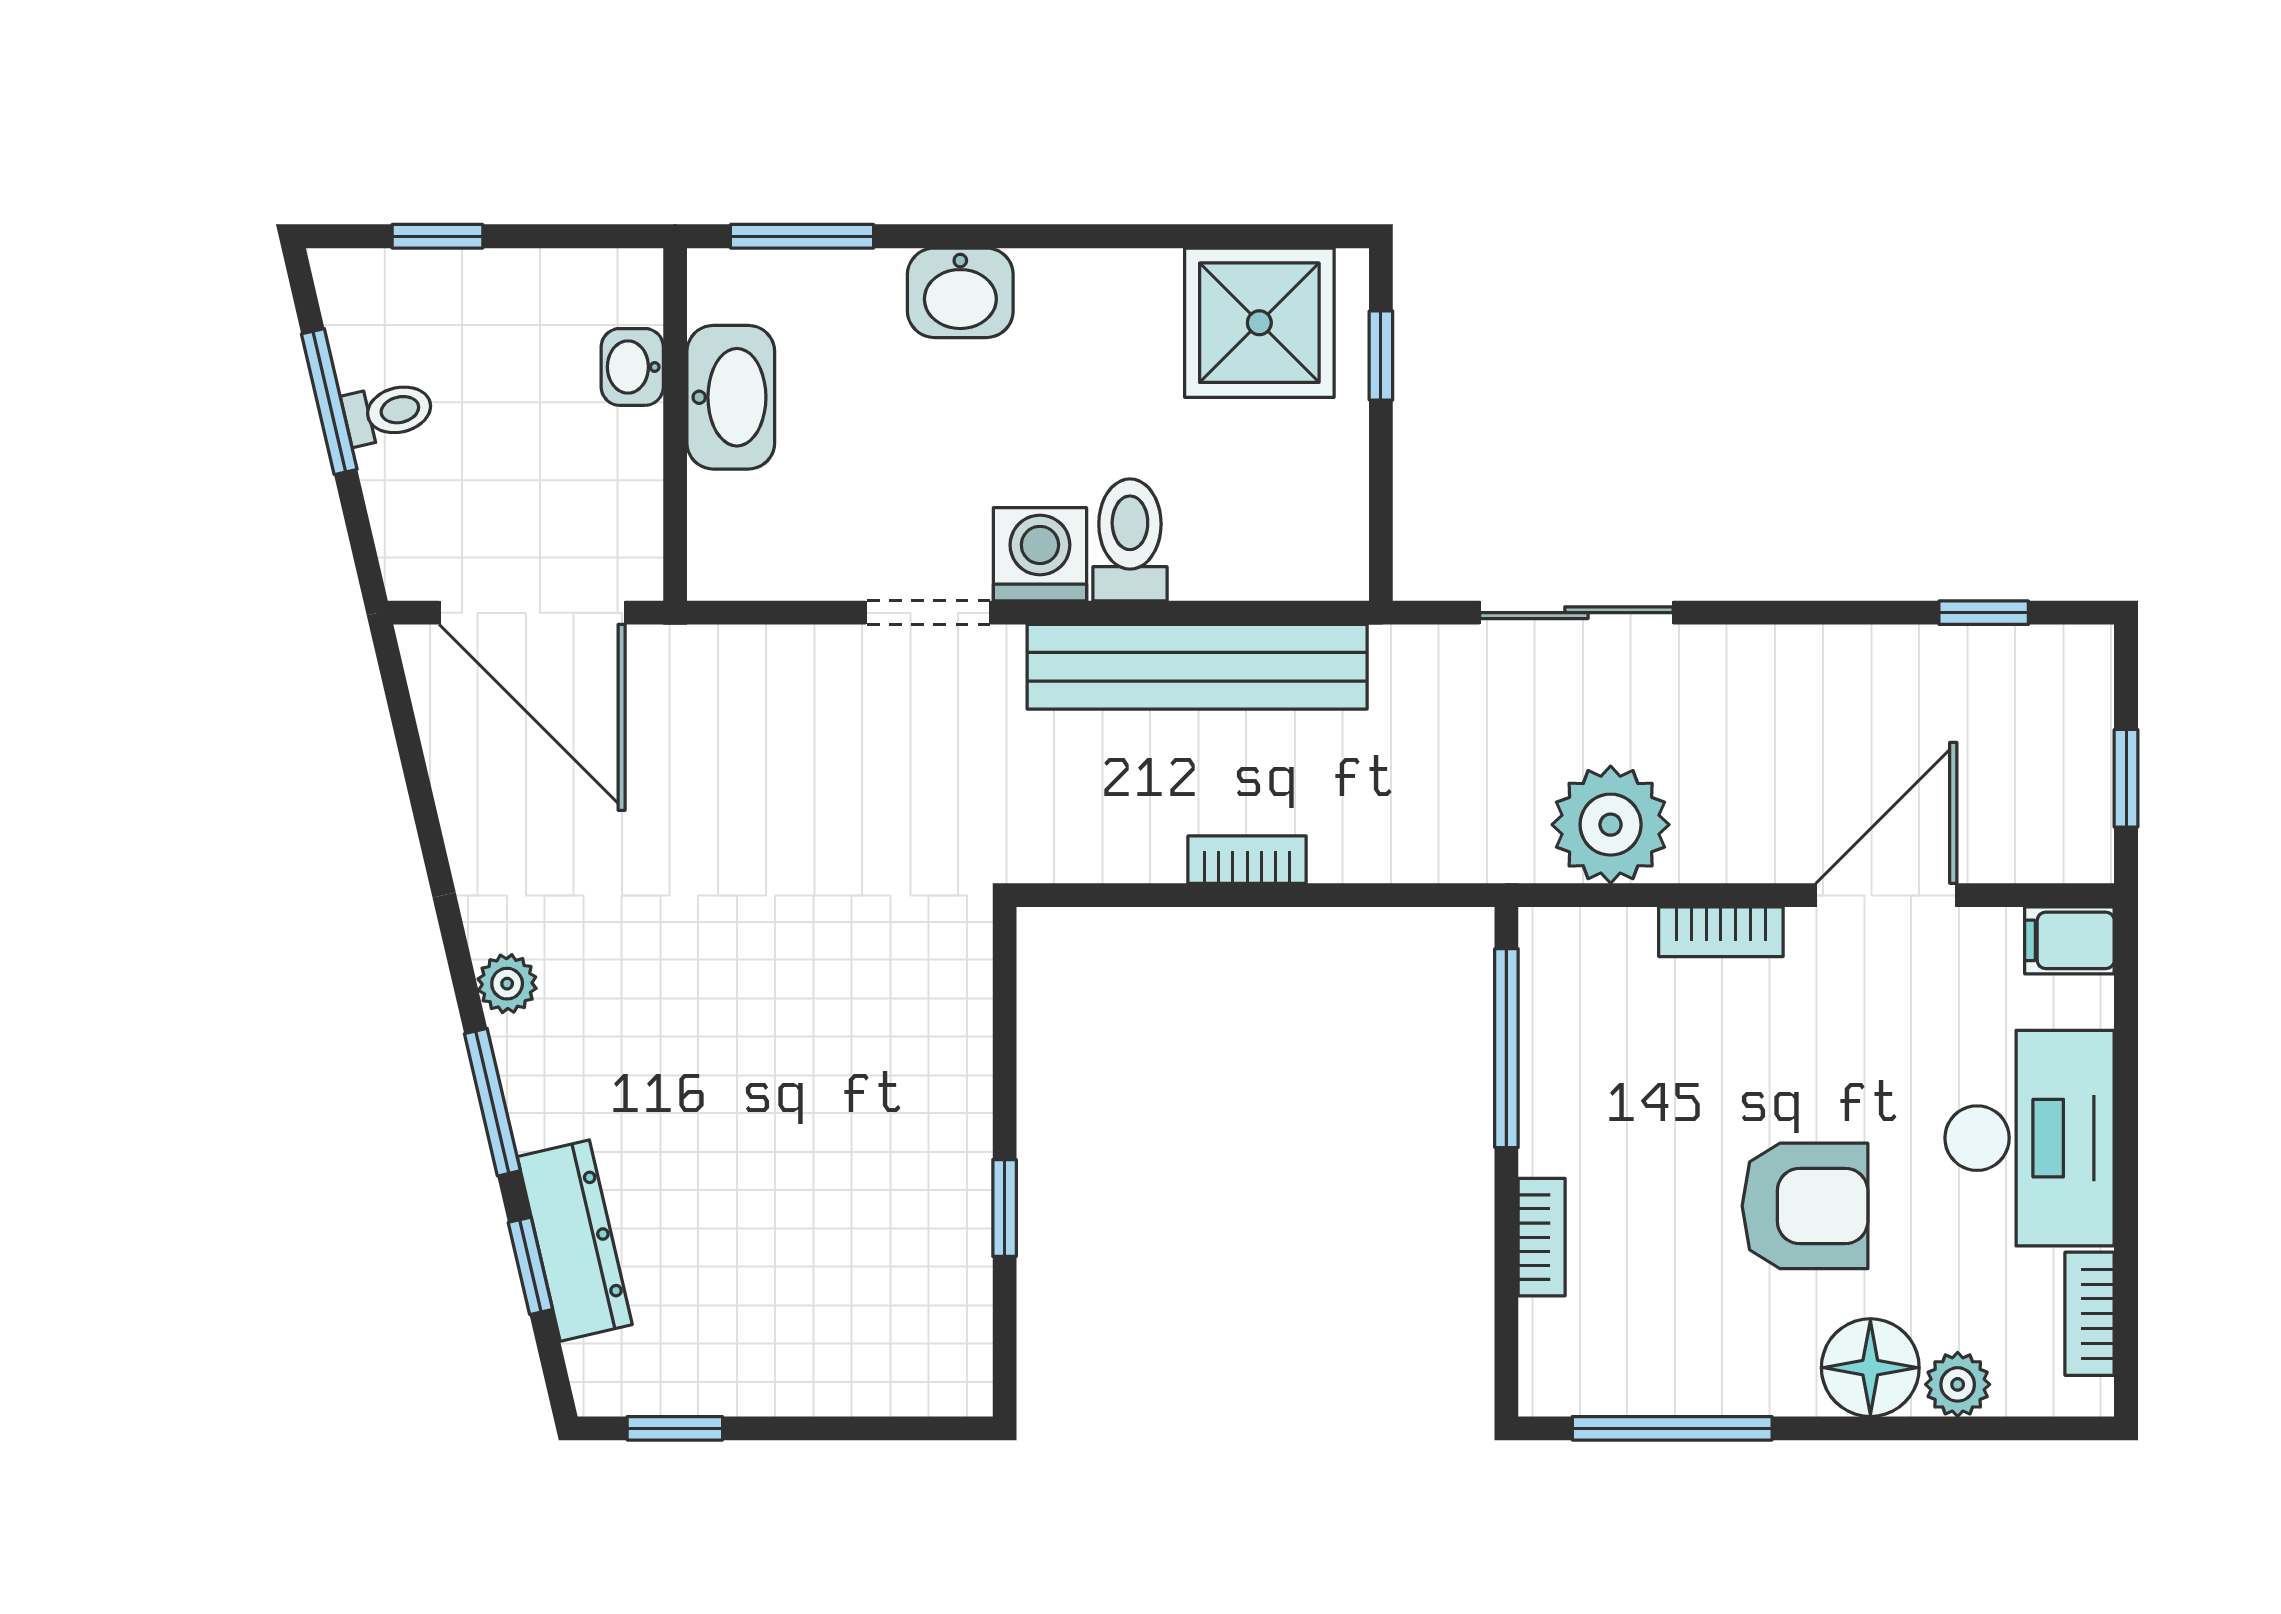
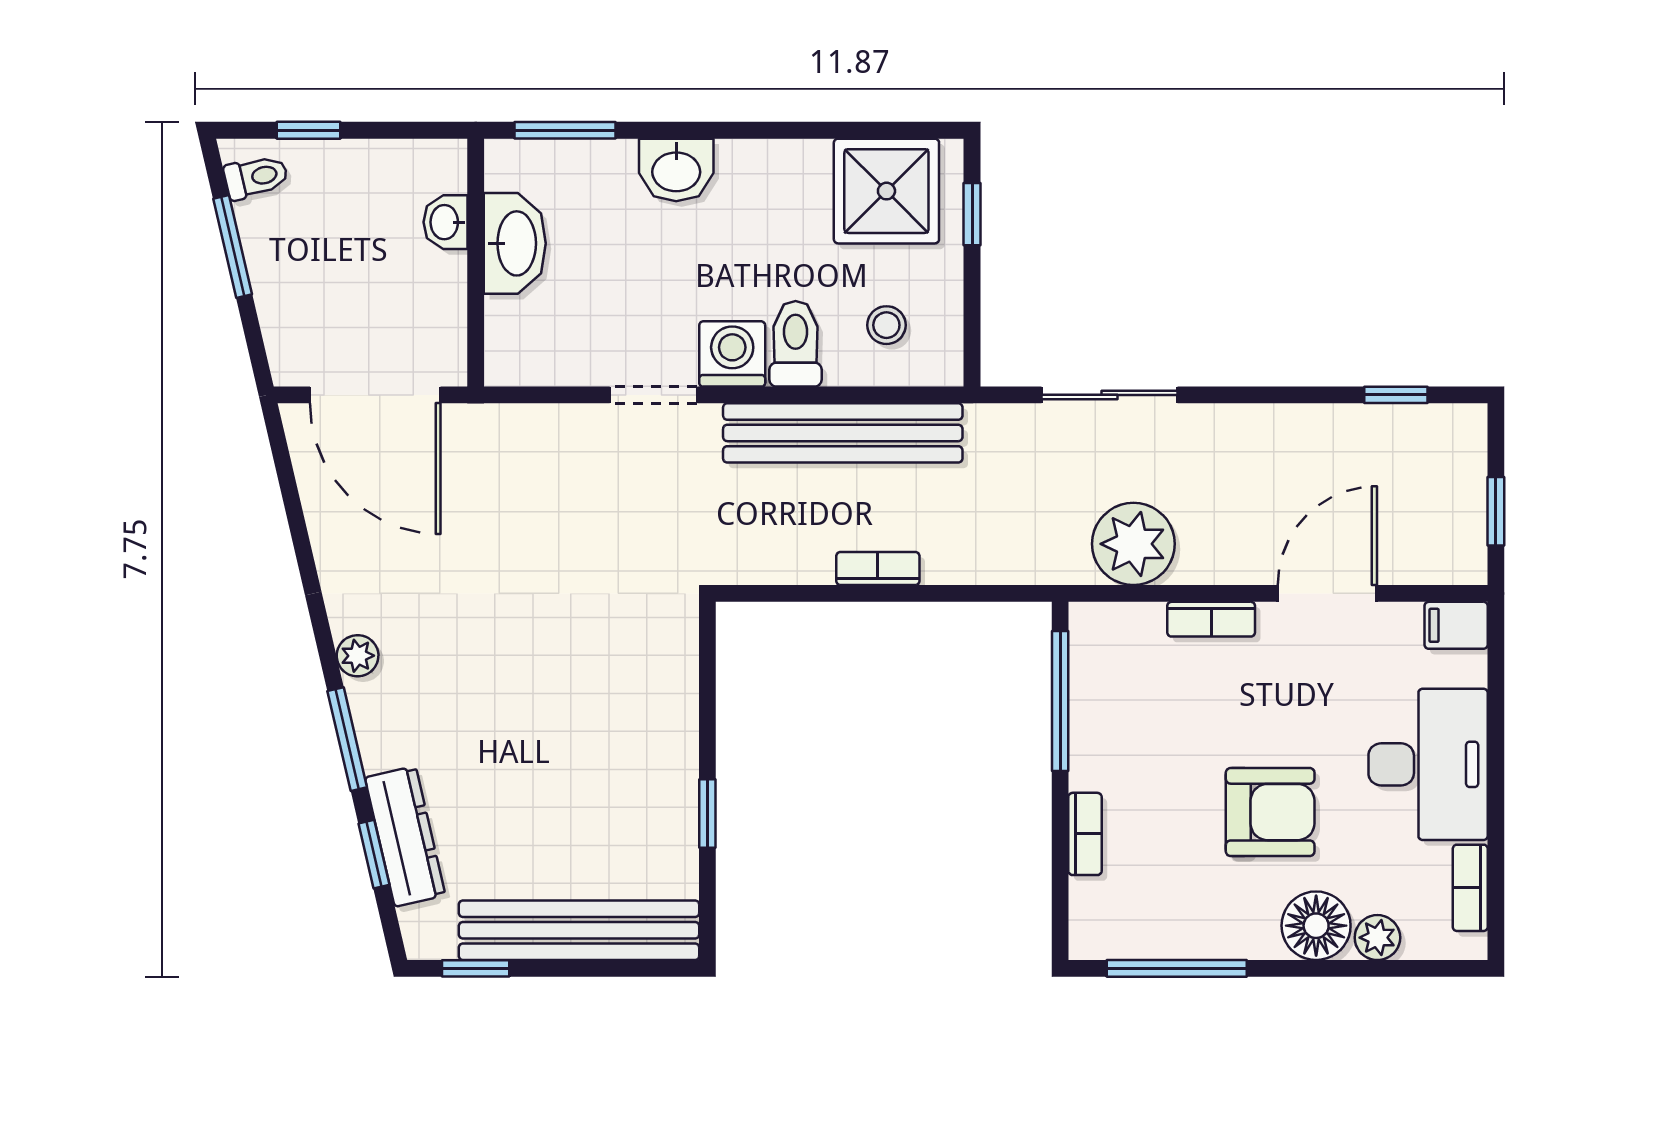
toilet: (388, 412) -> (256, 177), moved
stool: (1259, 513) -> (886, 325), added
bench: (822, 1374) -> (579, 930), added

